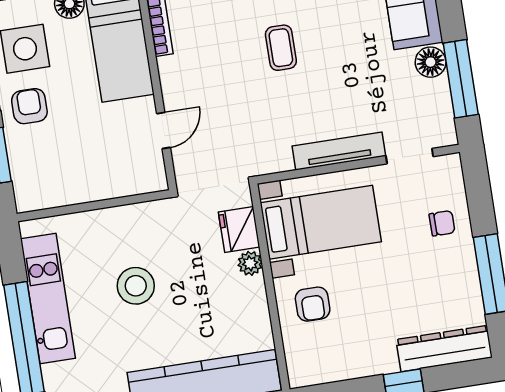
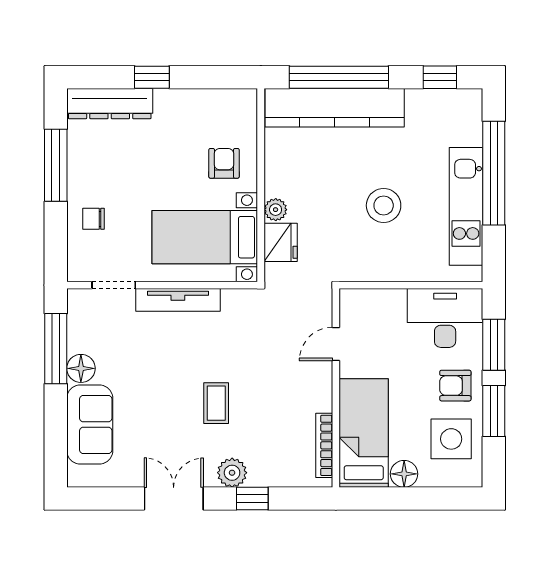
armchair: (29, 106) -> (455, 386), turned 90
desk: (52, 176) -> (445, 318), added

